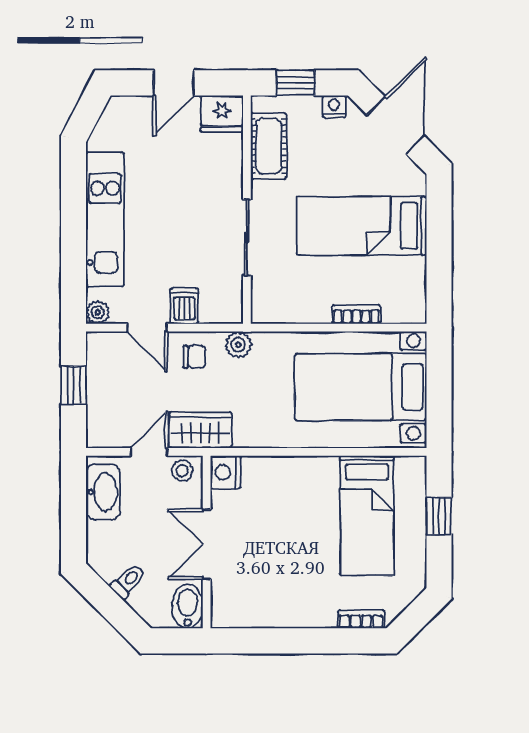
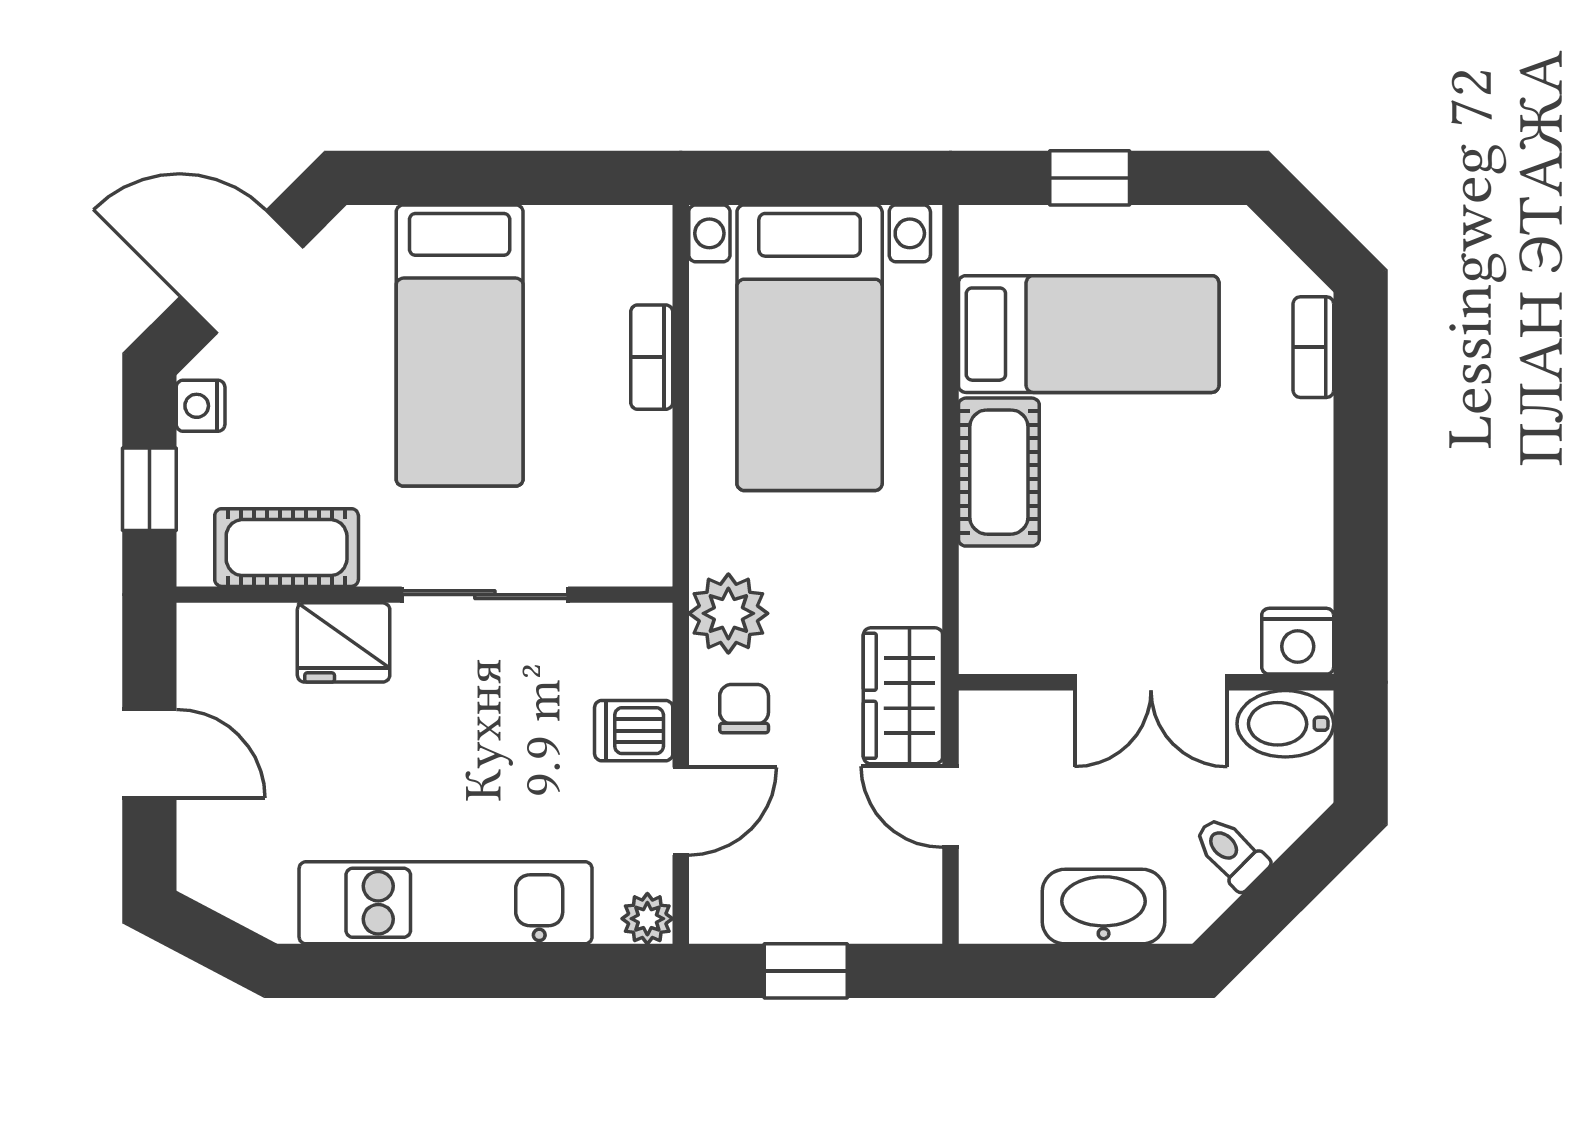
fridge: (222, 114) -> (344, 642), moved, turned 90
plant: (238, 345) -> (728, 613), width x1.38, depth x1.38
stool: (182, 471) -> (991, 735), removed
nightstand: (225, 472) -> (1298, 641), moved
cot: (303, 474) -> (999, 472), added
washbasin: (103, 492) -> (1104, 907), moved

